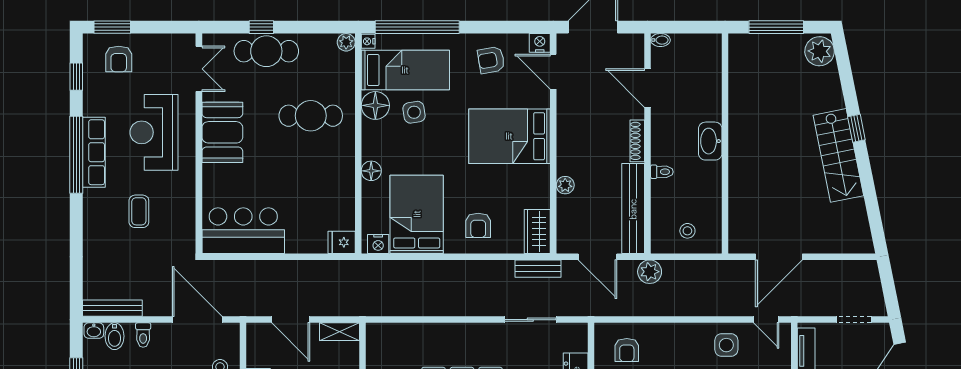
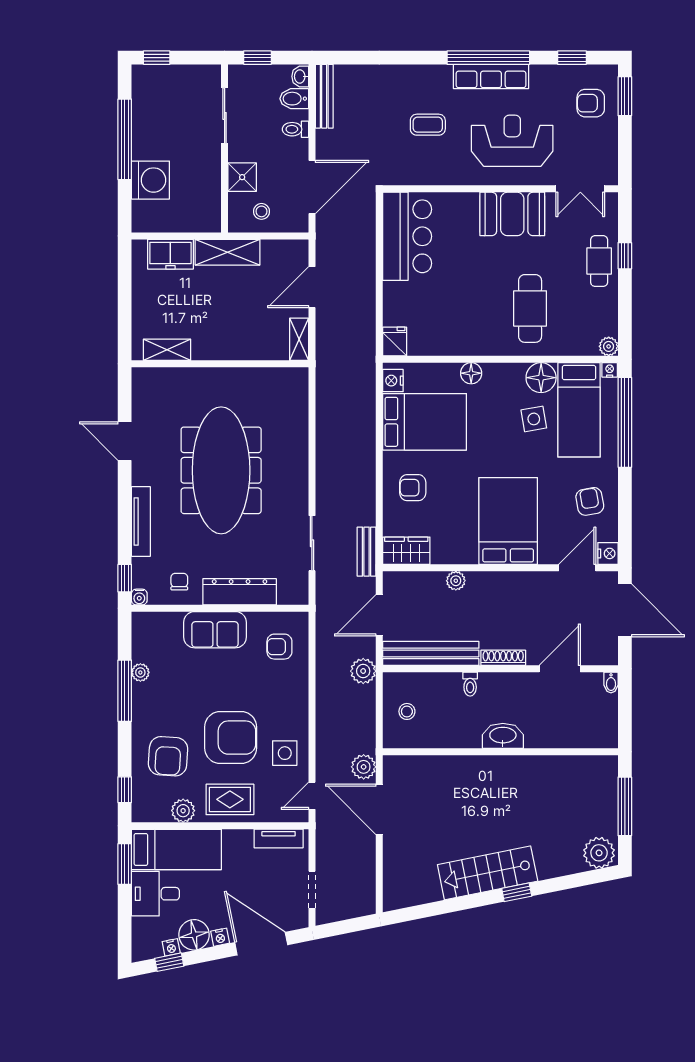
cafe table: (266, 51) -> (599, 261), width x0.73, depth x0.74
plant: (739, 271) -> (364, 767), added

